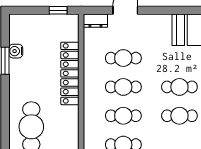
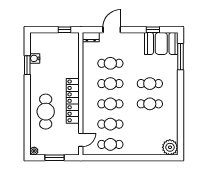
window: (184, 10) -> (153, 30), added
locker: (70, 73) -> (73, 101), moved

